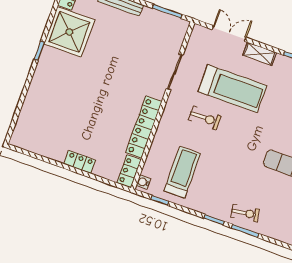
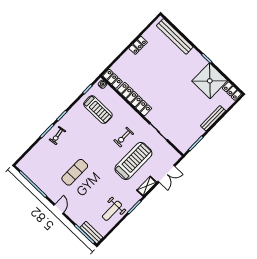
treadmill: (232, 89) -> (133, 161), turned 180
bench: (29, 110) -> (175, 36), added
locker: (80, 162) -> (138, 45), moved

